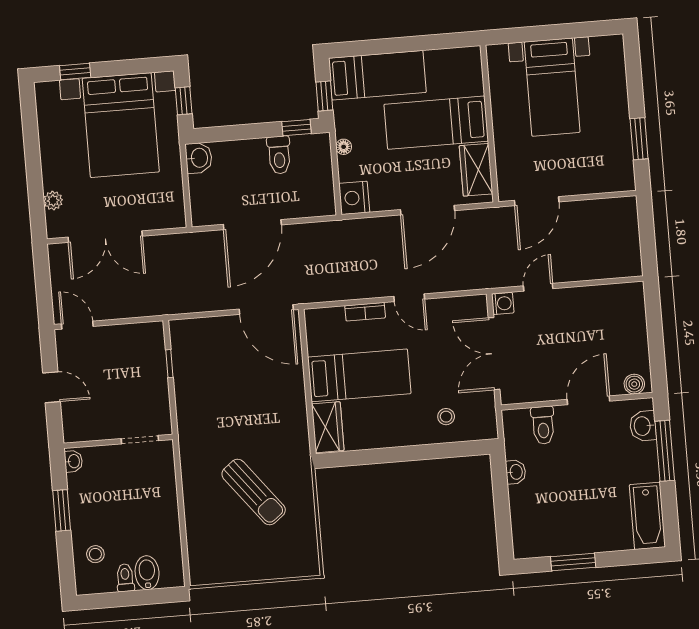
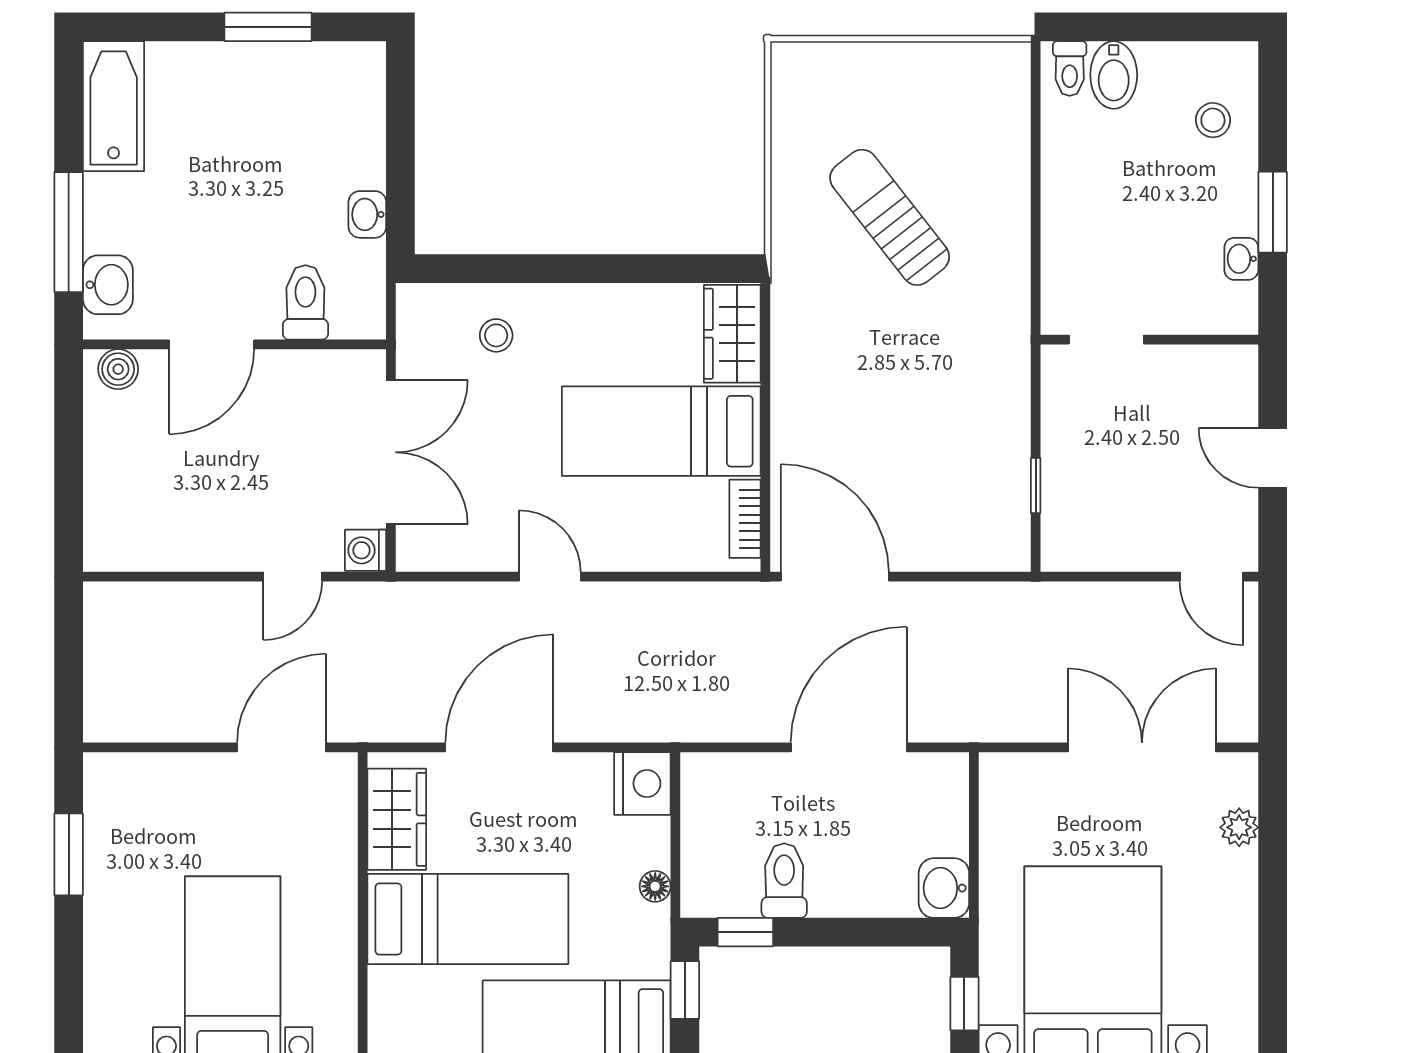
bookcase: (365, 312) -> (745, 519), moved, turned -90
washbasin: (73, 461) -> (1241, 259), moved
toilet: (125, 578) -> (1070, 69), moved

